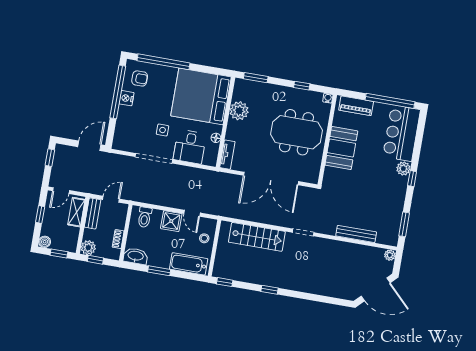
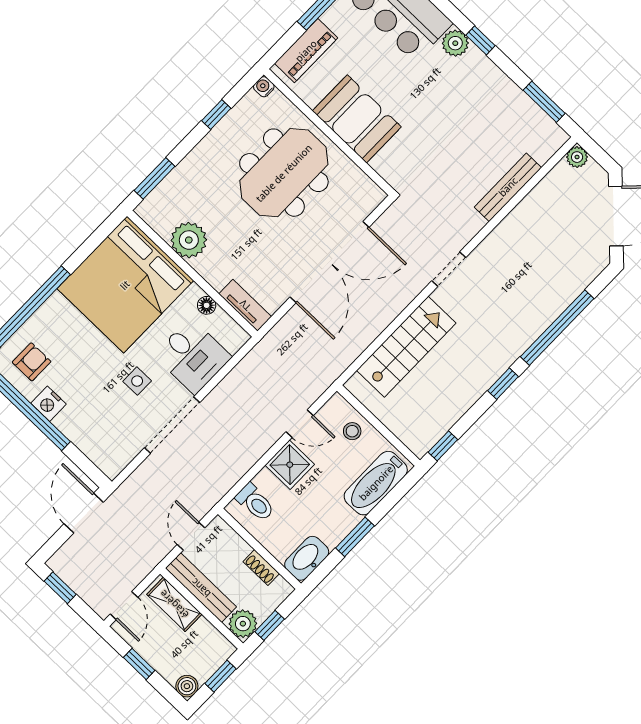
bench: (93, 213) -> (201, 588), width x1.36
window: (310, 297) -> (557, 328), added

